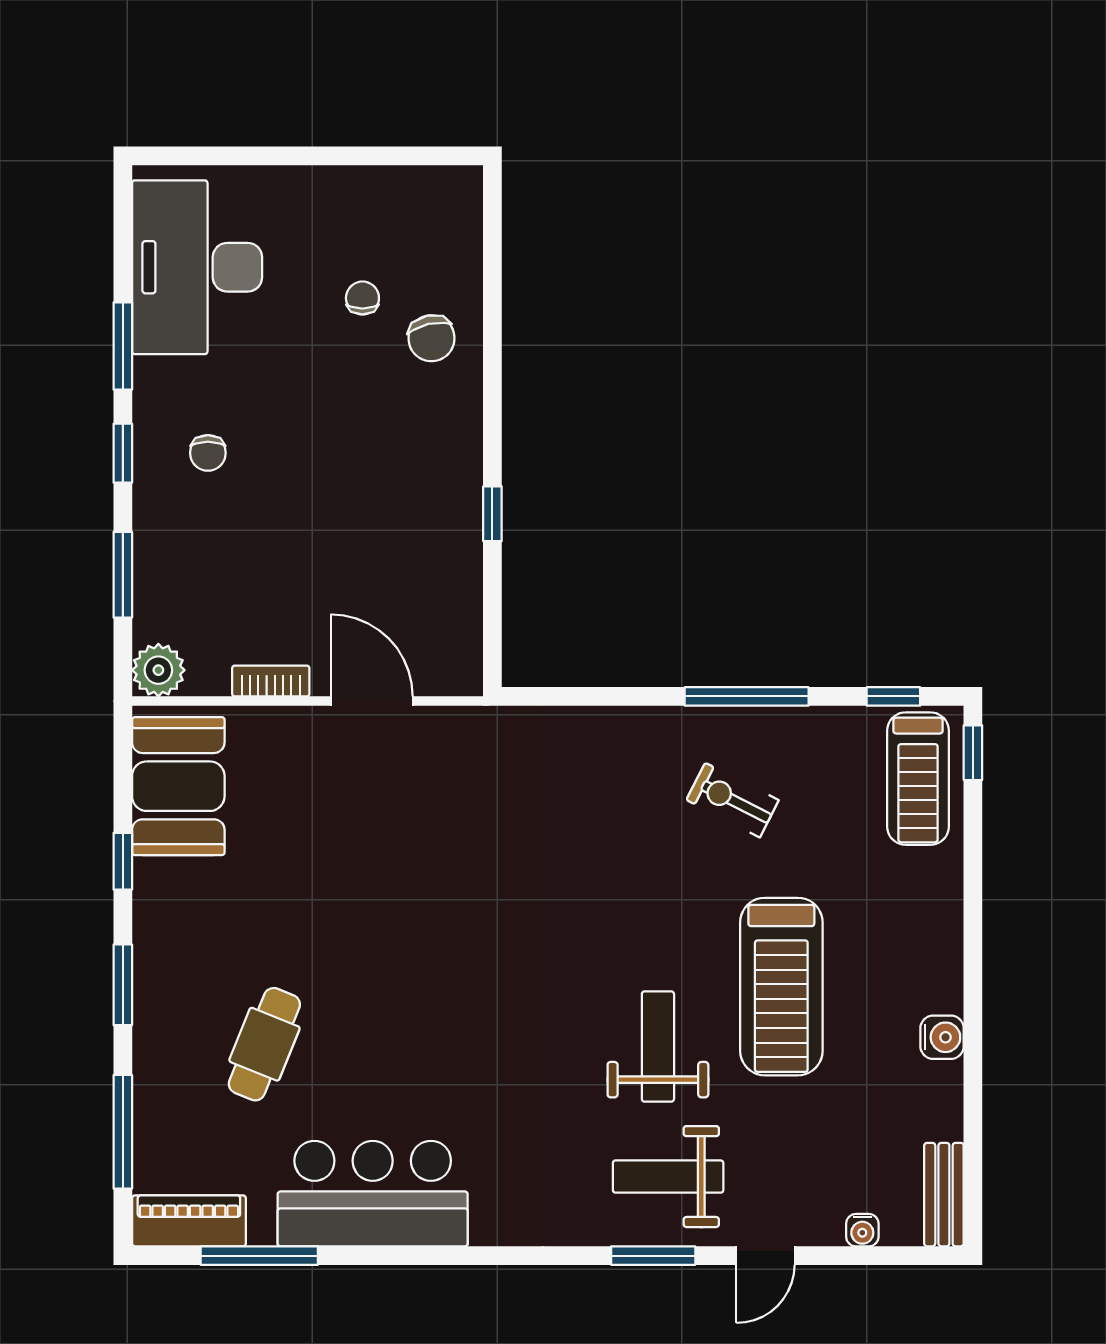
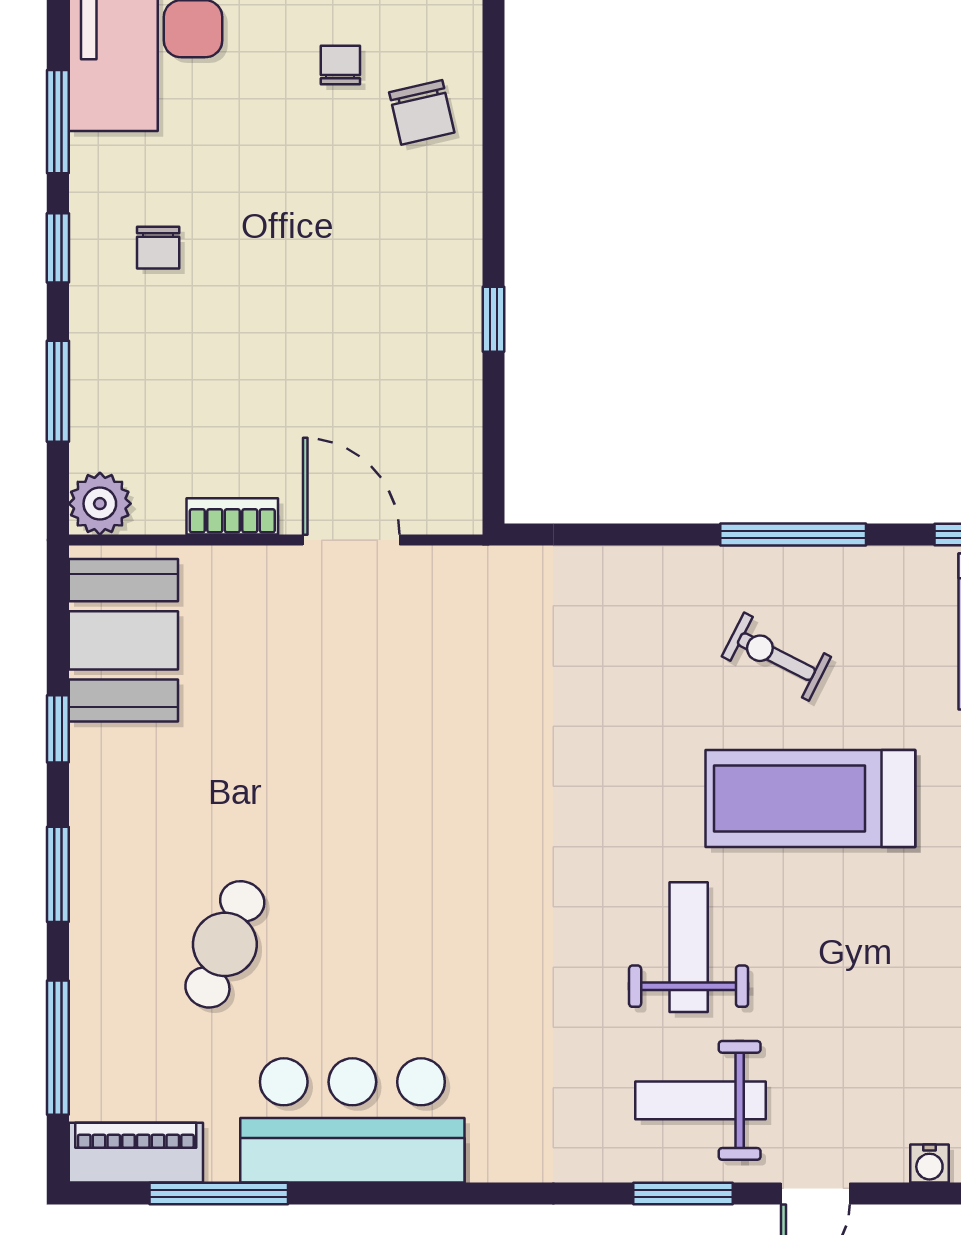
treadmill: (781, 987) -> (810, 798), moved, turned 90

